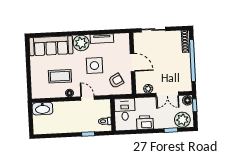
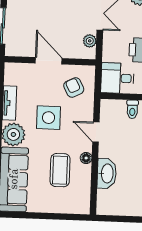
door: (133, 62) -> (49, 61), hinge flipped
door: (87, 98) -> (96, 132), hinge flipped
washbasin: (42, 109) -> (107, 173), moved

